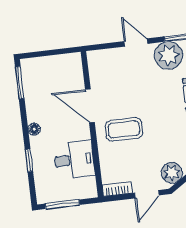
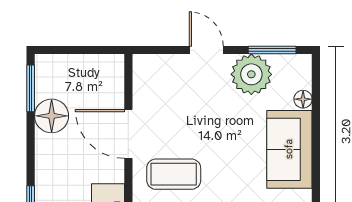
floor lamp: (34, 129) -> (52, 116), moved, width x1.89, depth x1.89

